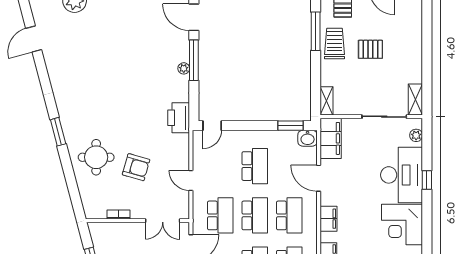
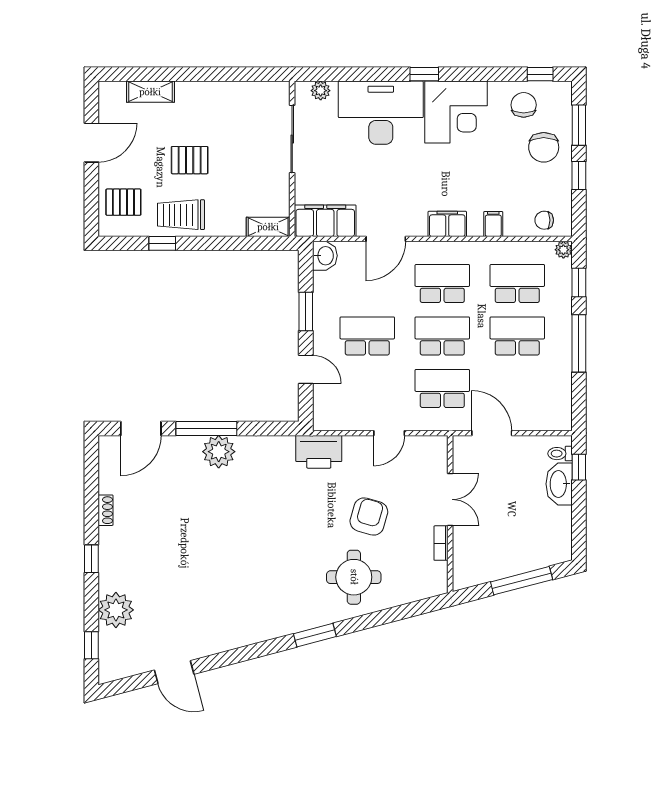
window: (316, 31) -> (162, 243), width x0.46
pallet: (370, 49) -> (190, 160), turned 90
plant: (184, 68) -> (219, 452), width x1.88, depth x1.88
shelving: (415, 100) -> (150, 92), moved
printer: (179, 118) -> (319, 452), moved
door: (212, 126) -> (306, 369), moved
window: (290, 126) -> (306, 311), moved
window: (427, 180) -> (424, 74), moved
double door: (163, 221) -> (450, 499), moved

